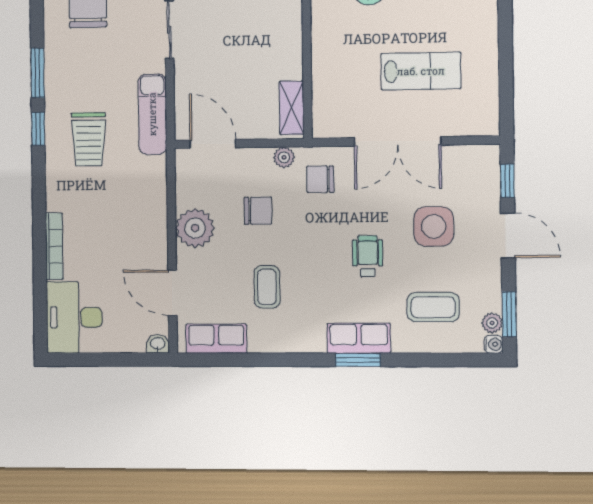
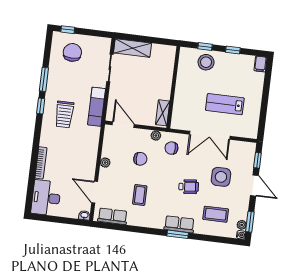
lab bench: (421, 71) -> (225, 104), turned 180
plant: (195, 228) -> (105, 163), width x0.53, depth x0.53
wheelchair: (368, 256) -> (189, 187), turned 84

